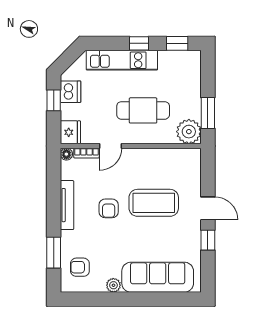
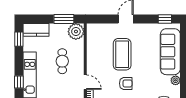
window: (139, 43) -> (19, 82), moved
kitchen counter: (191, 70) -> (36, 30), added
cafe table: (143, 110) -> (62, 61), width x0.73, depth x0.74
window: (208, 240) -> (165, 19), moved

